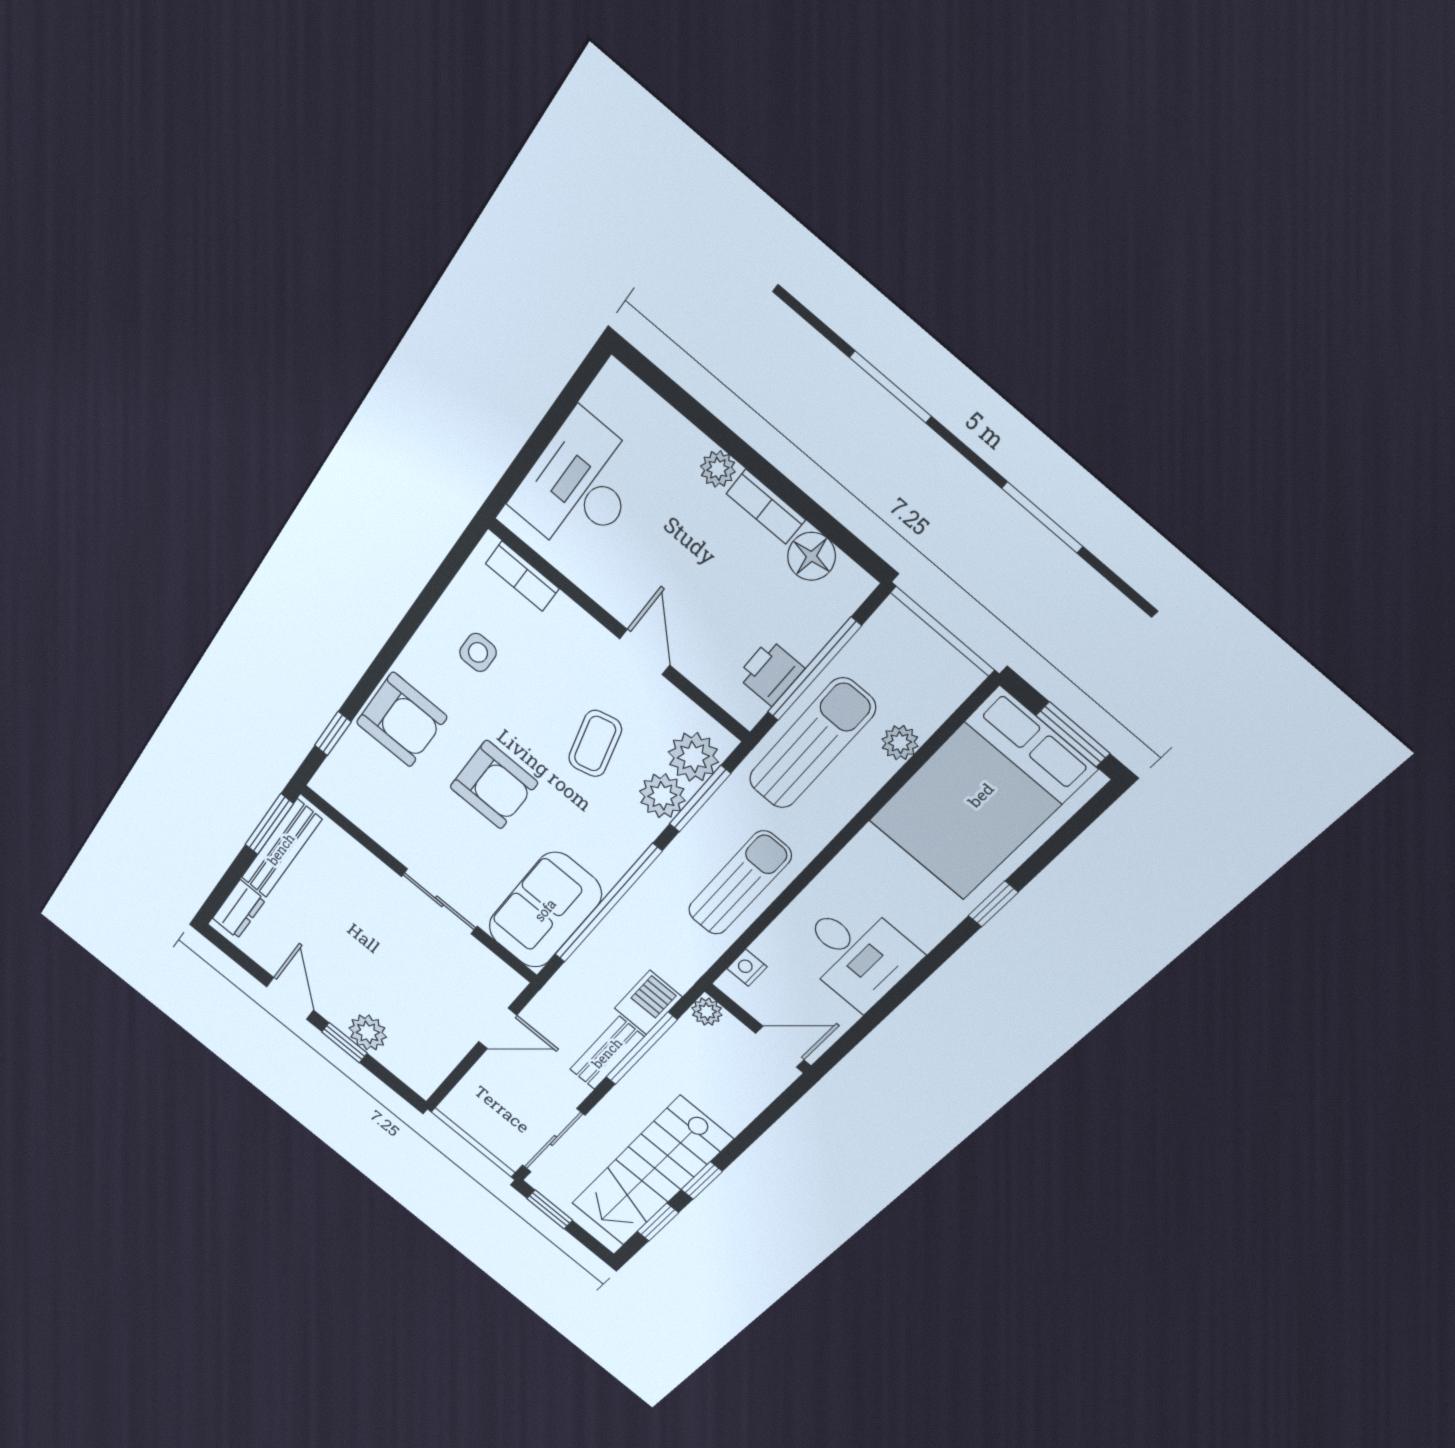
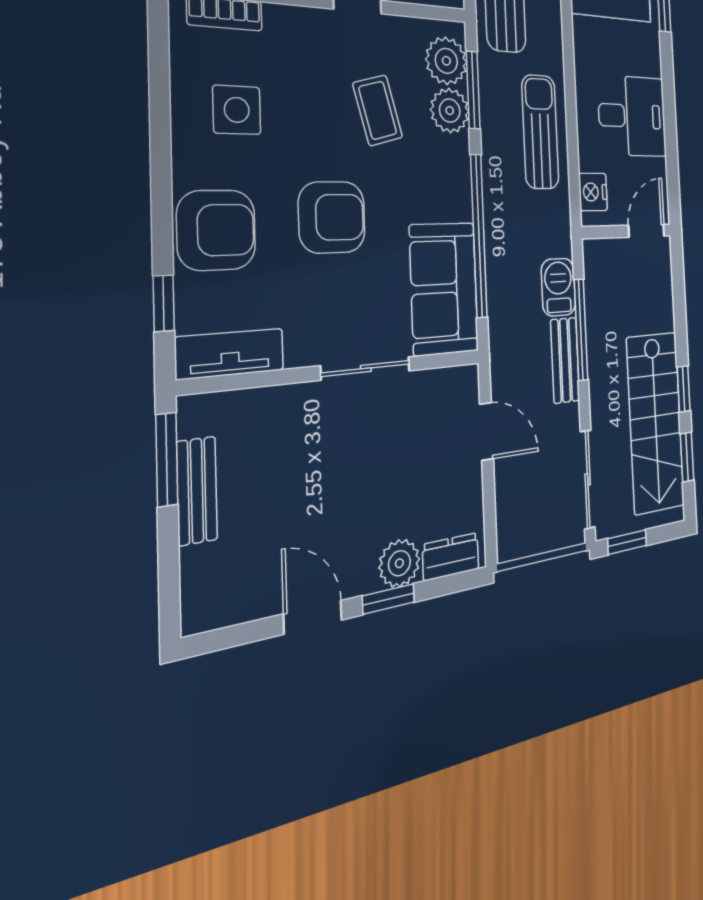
side table: (478, 652) -> (237, 110), width x1.37, depth x1.37
tv unit: (353, 803) -> (230, 354), added
bench: (281, 849) -> (197, 491), width x0.73
dresser: (239, 909) -> (451, 557), moved, turned -90
nightstand: (747, 968) -> (593, 192), width x1.39, depth x1.35
plant: (707, 1012) -> (593, 253), removed
door: (498, 1028) -> (486, 431), hinge flipped

